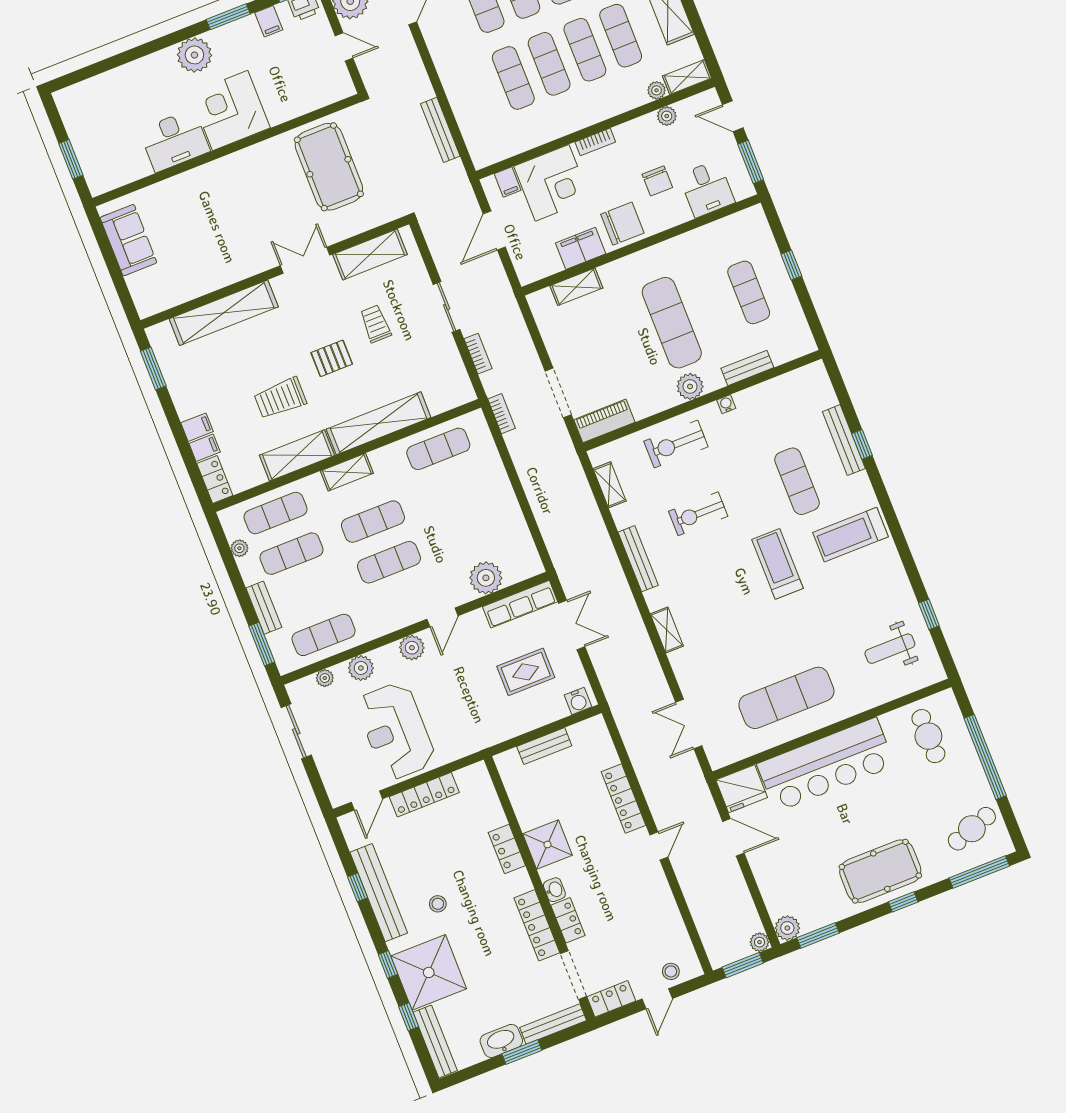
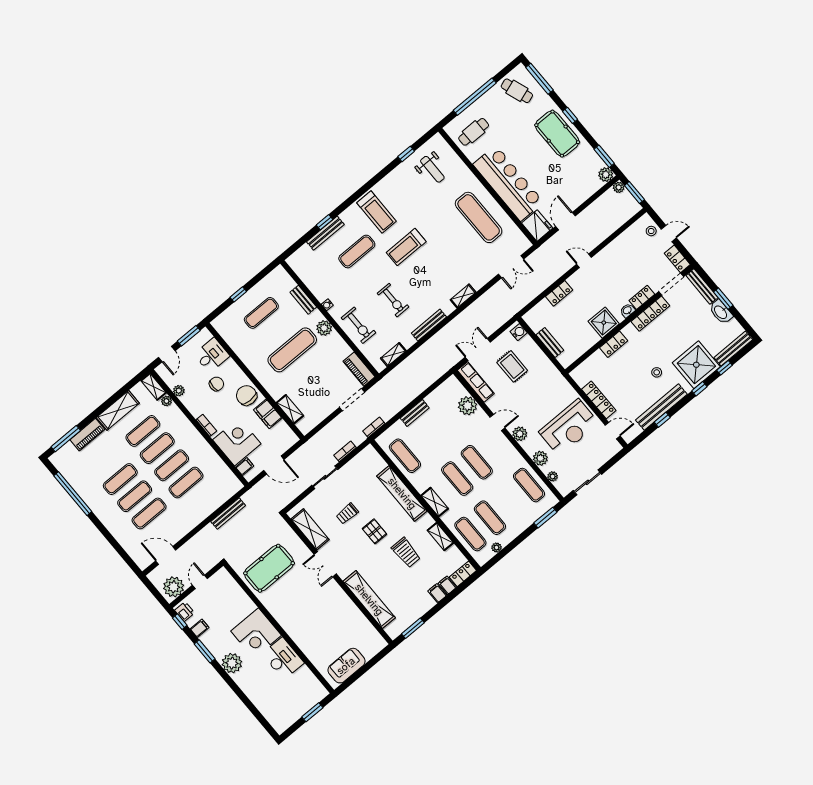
shelving: (297, 455) -> (440, 537), width x0.67, depth x0.75
bench: (264, 608) -> (415, 413), moved
locker: (624, 798) -> (559, 293), width x0.66

